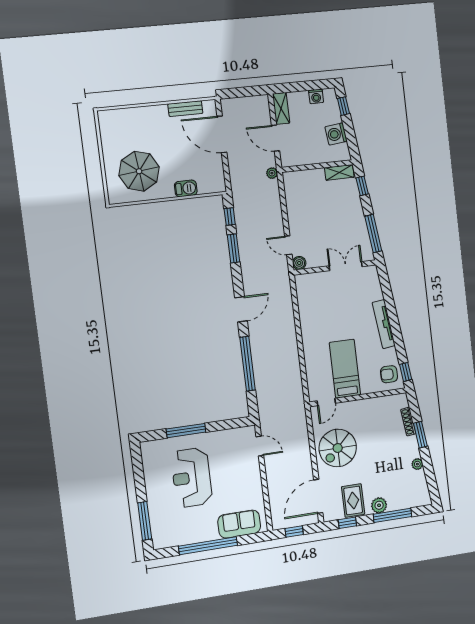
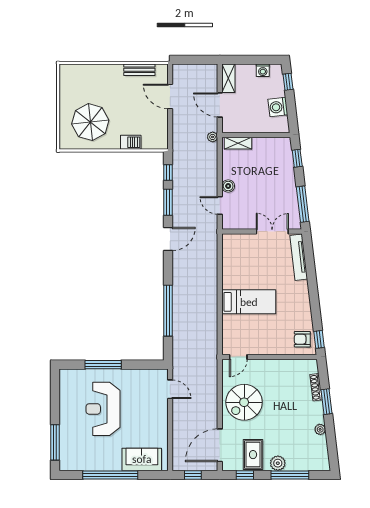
door: (222, 134) -> (170, 96), width x0.73
shelving: (339, 172) -> (238, 143), moved
boiler: (299, 263) -> (228, 186), moved
door: (241, 309) -> (168, 239), moved
tv unit: (384, 324) -> (299, 257), moved
bed: (345, 369) -> (249, 302), moved, turned 90

